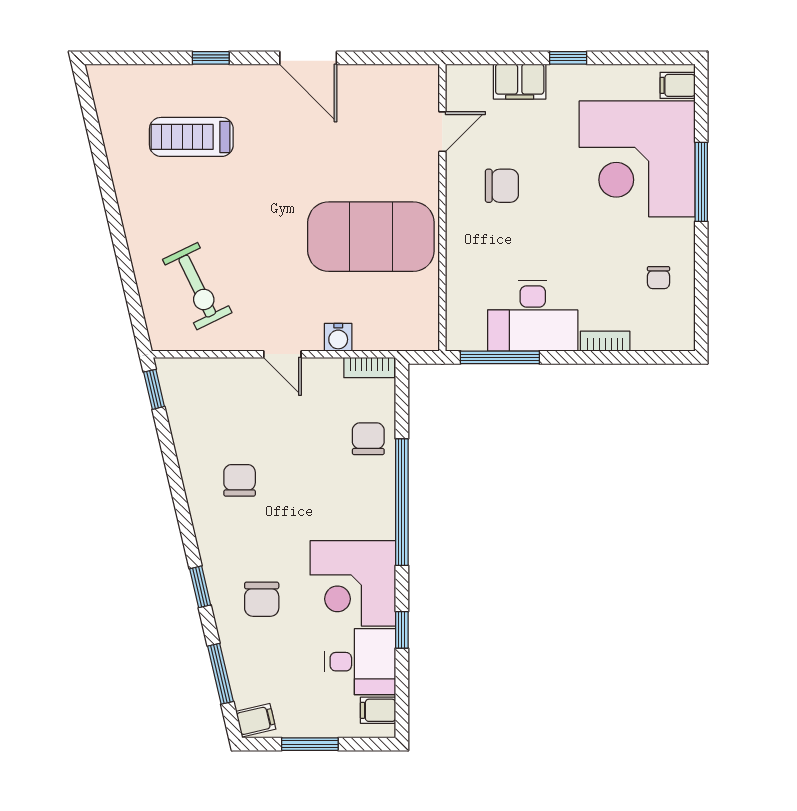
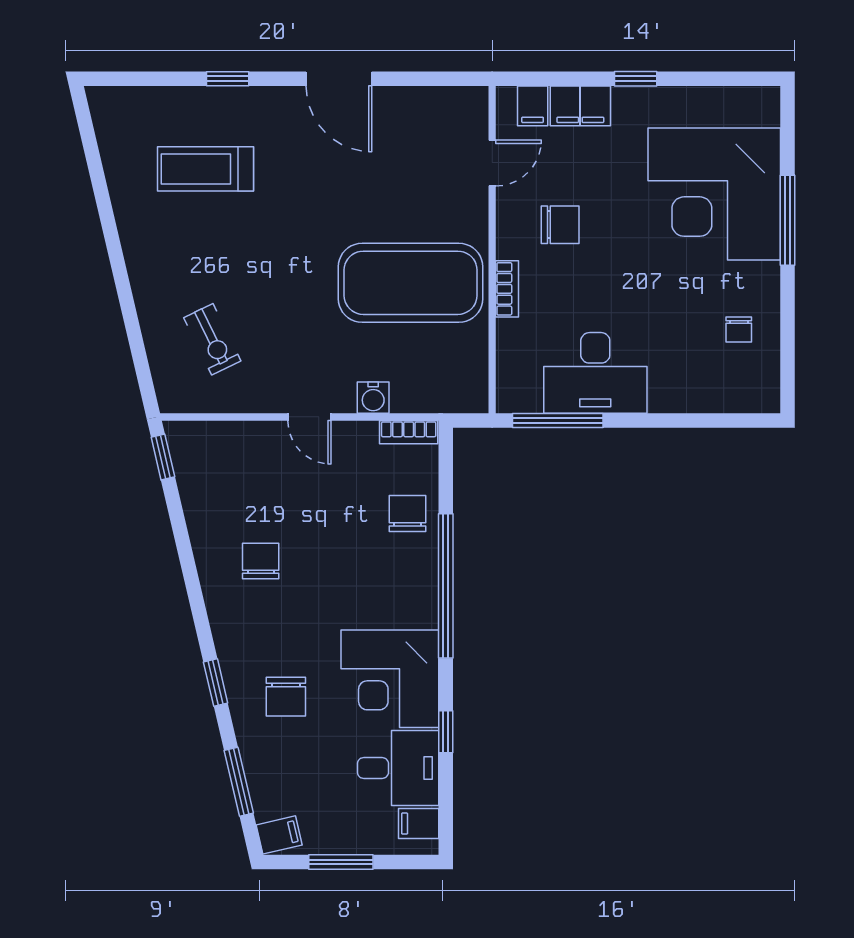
filing cabinet: (678, 85) -> (533, 106), moved, turned -90
exercise bike: (197, 286) -> (212, 339), width x0.73, depth x0.72
bookcase: (605, 341) -> (507, 289), moved, turned 90

